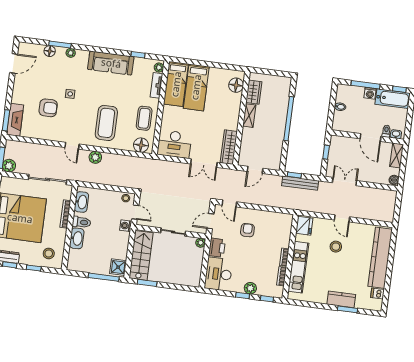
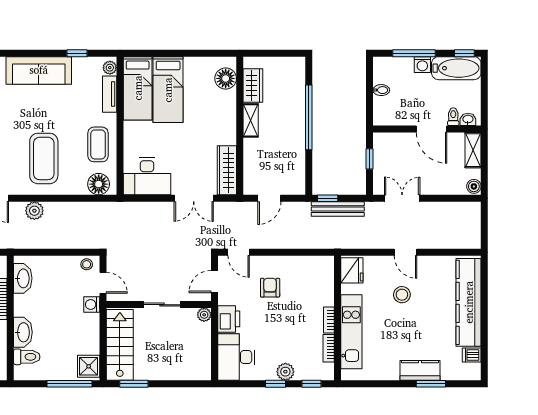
toilet: (82, 222) -> (27, 357), moved

